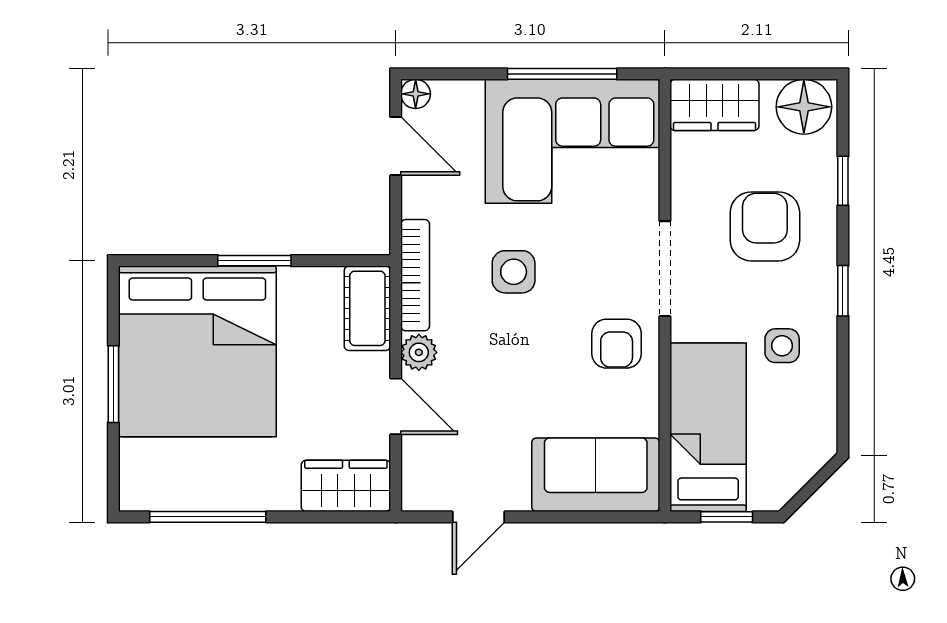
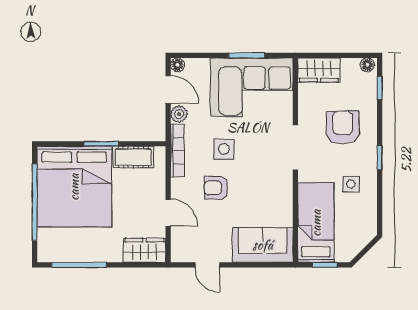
window: (562, 74) -> (247, 55), width x0.69
floor lamp: (804, 107) -> (367, 65), width x0.53, depth x0.53
window: (843, 181) -> (380, 88), moved
cot: (367, 308) -> (133, 157), moved, turned 90
armchair: (617, 344) -> (216, 188), moved, turned 90
plant: (419, 352) -> (179, 114), moved
window: (113, 384) -> (35, 202), width x2.11
door: (479, 517) -> (207, 265), hinge flipped

